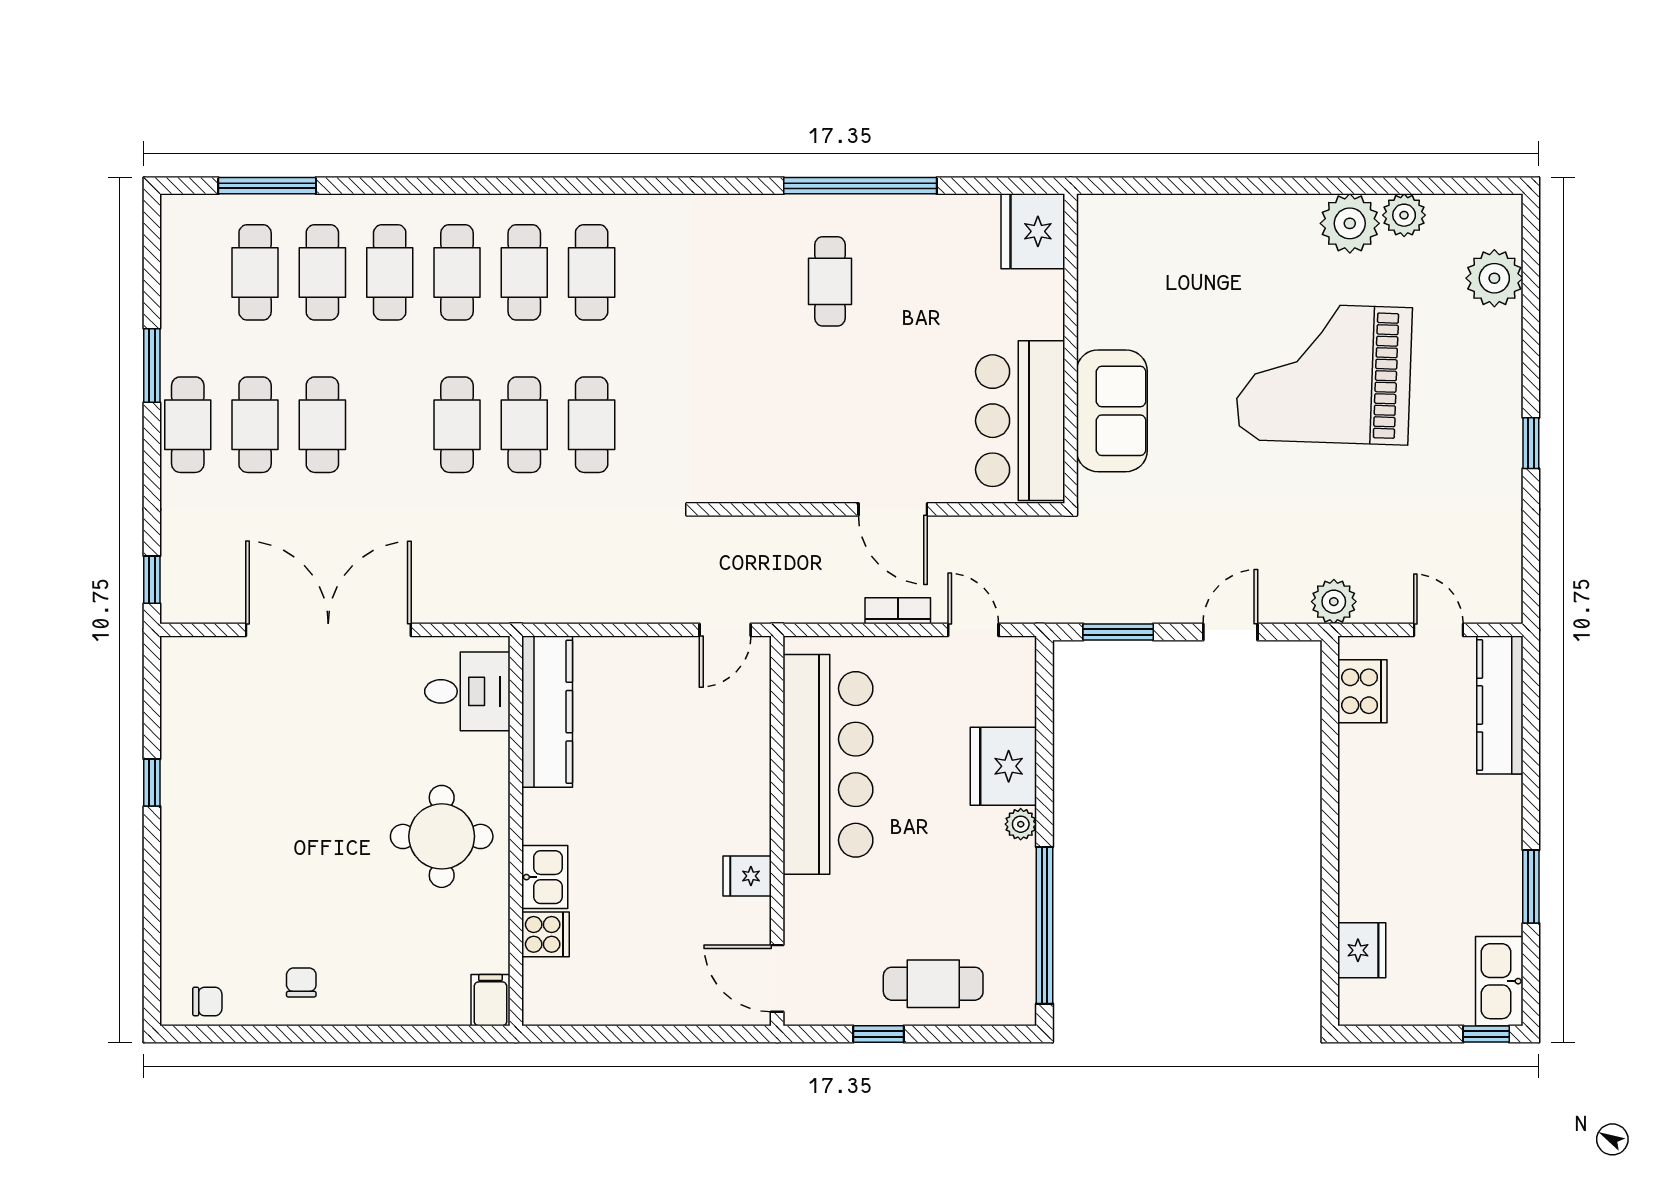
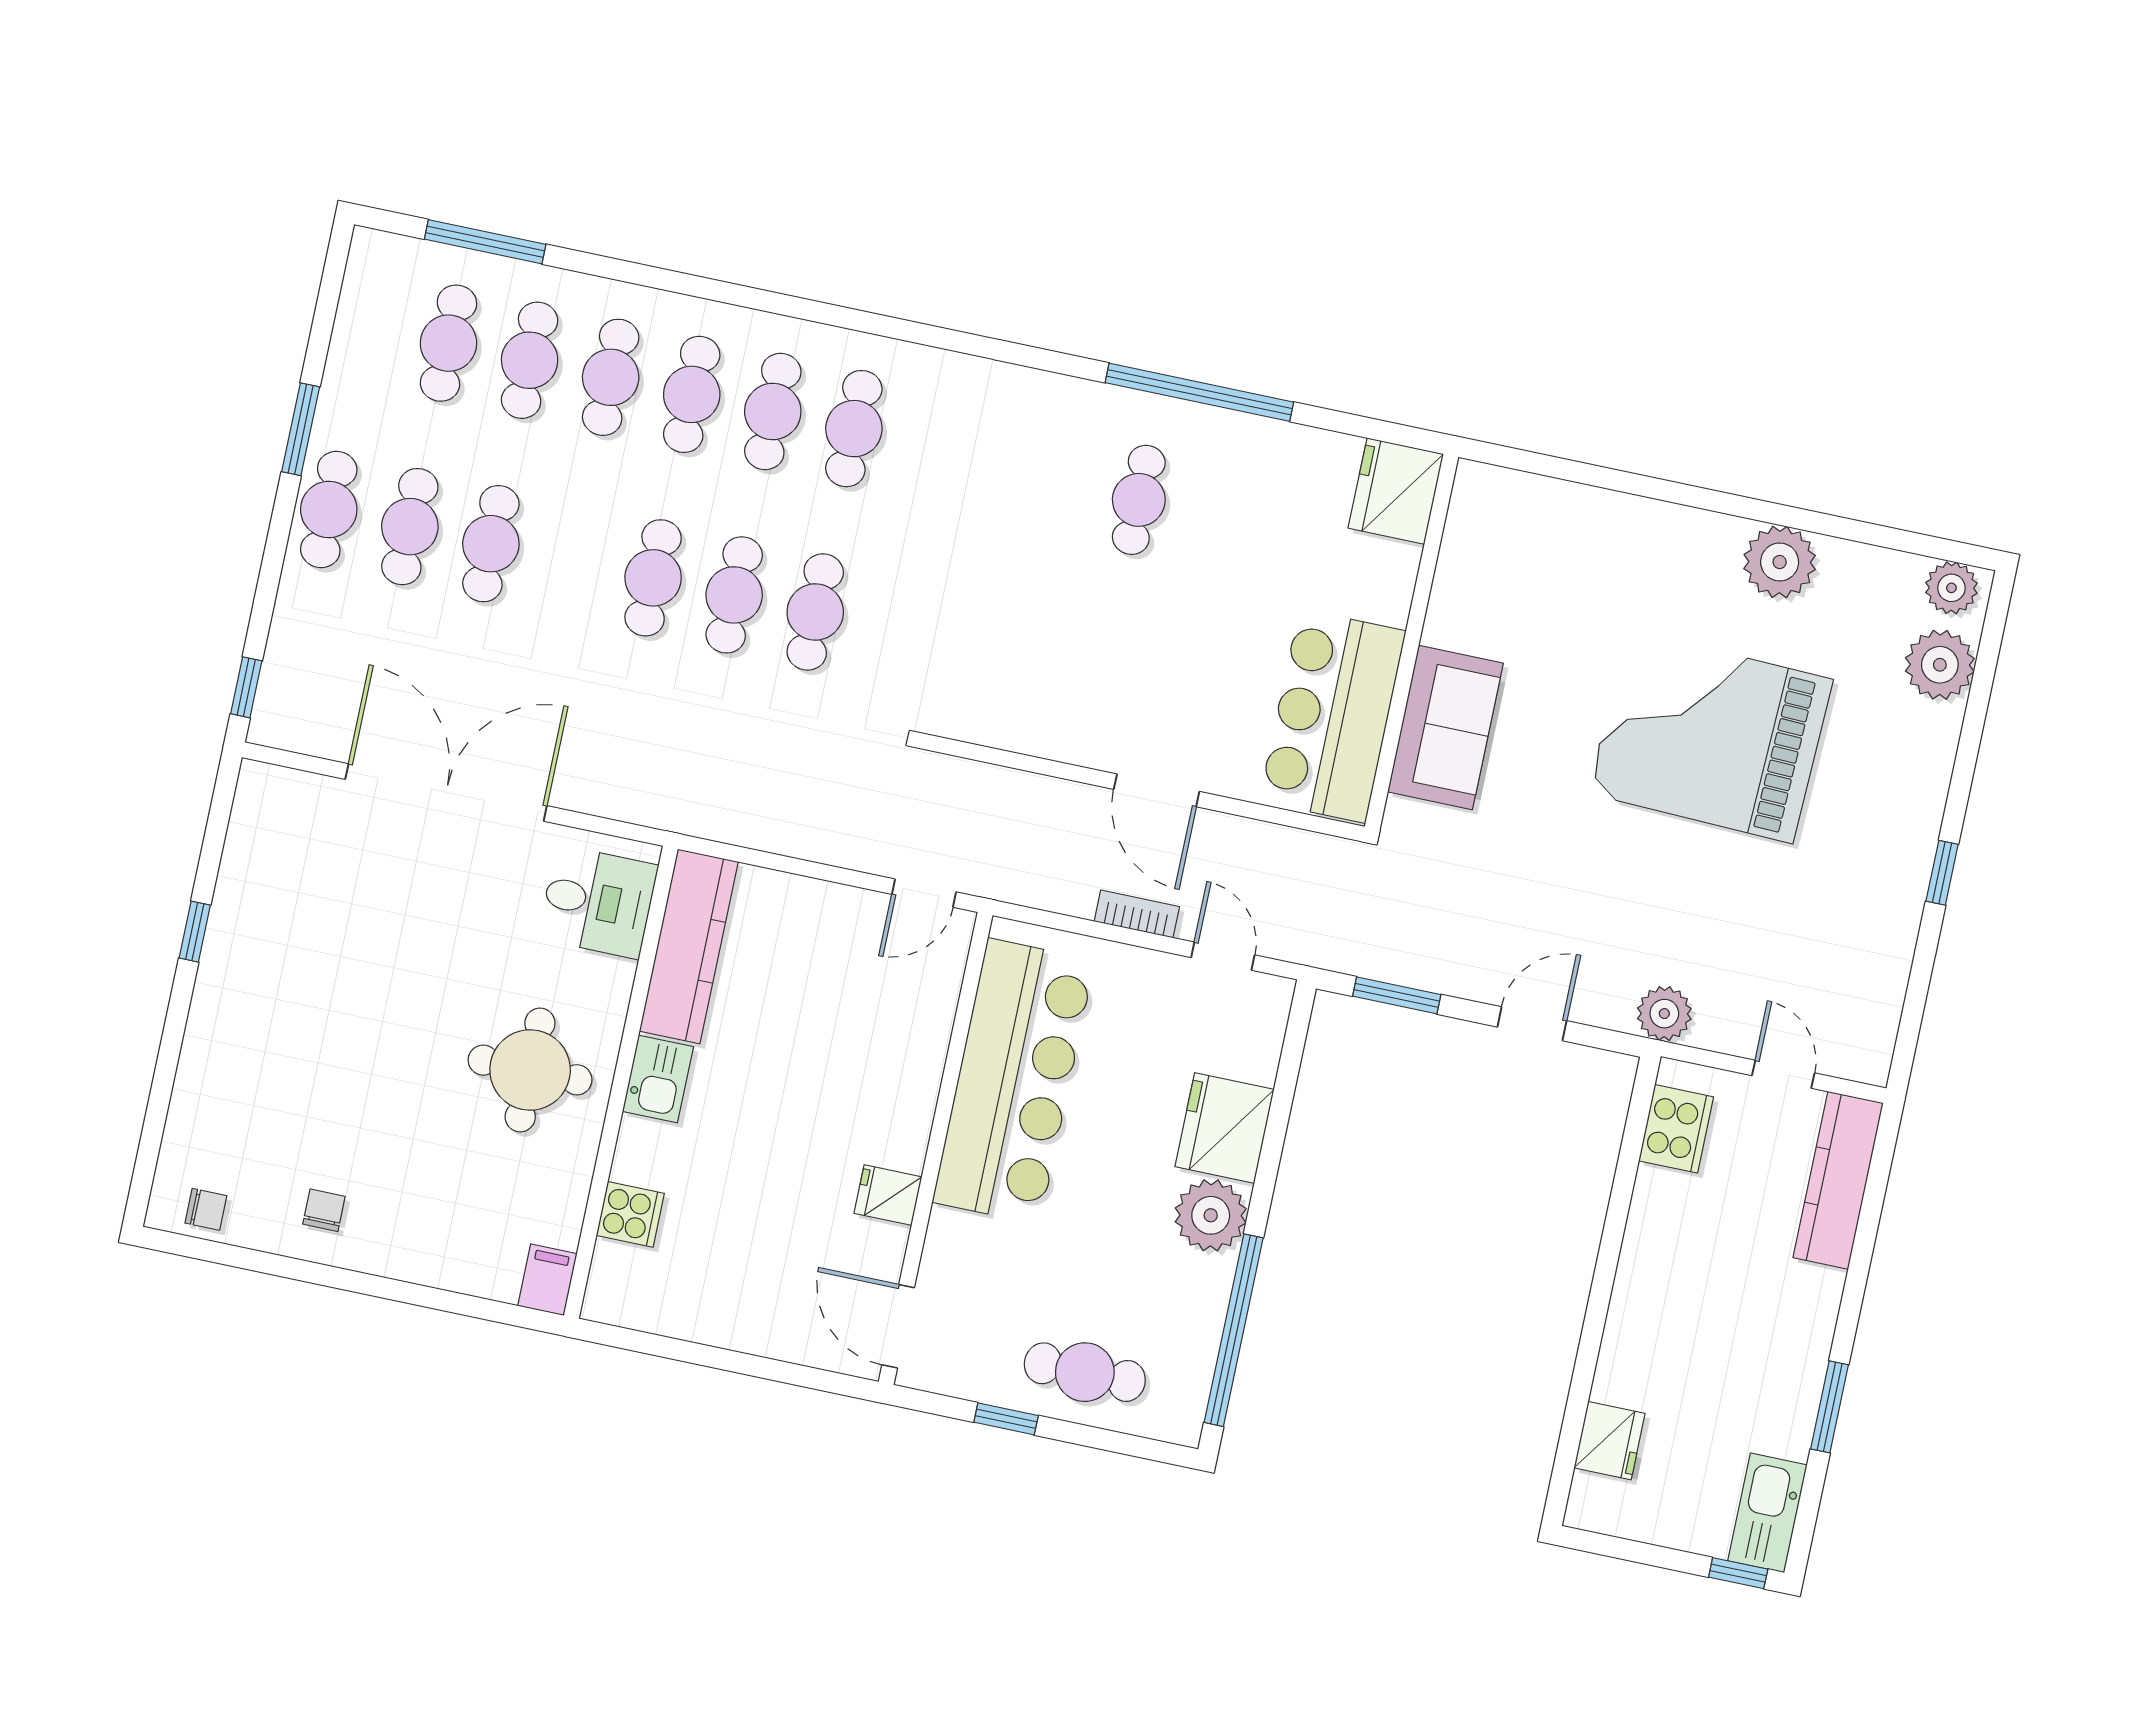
plant: (1404, 215) -> (1951, 588), moved
plant: (1021, 824) -> (1211, 1215), width x1.87, depth x1.87
kitchen sink: (545, 877) -> (658, 1079), moved

